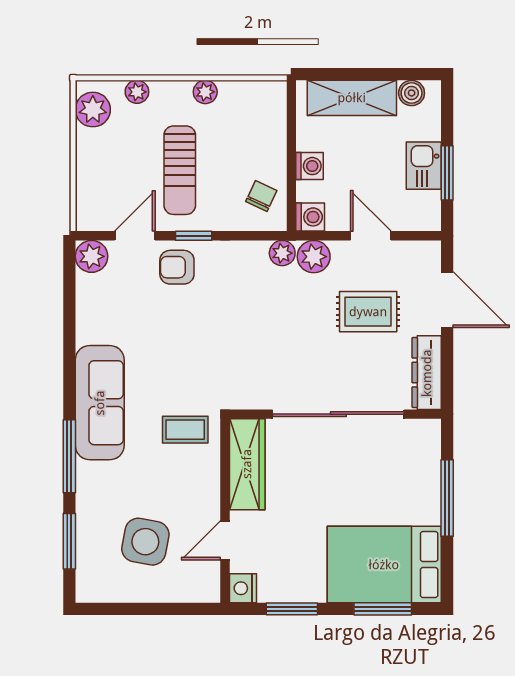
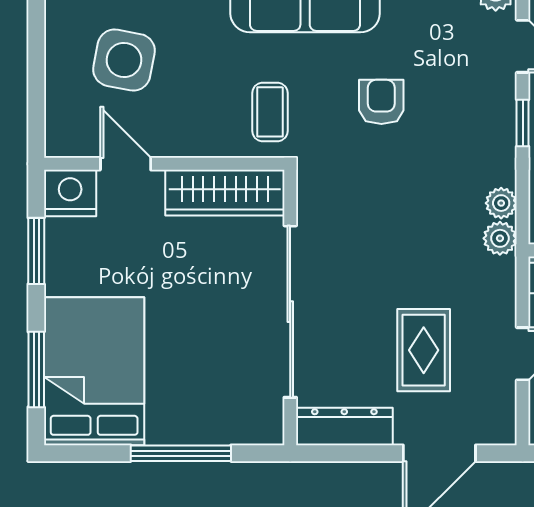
plant: (314, 257) -> (501, 203), moved, width x0.73, depth x0.73
armchair: (177, 267) -> (381, 102), moved
nightstand: (243, 588) -> (70, 193), width x1.36, depth x1.33

